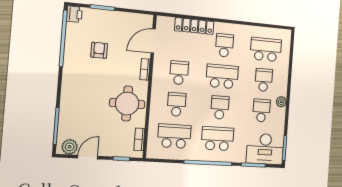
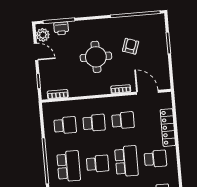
printer: (74, 14) -> (61, 28), moved
armchair: (99, 50) -> (131, 46), turned -71
round table: (127, 104) -> (96, 57), moved
school desk: (174, 136) -> (65, 125), width x0.54

